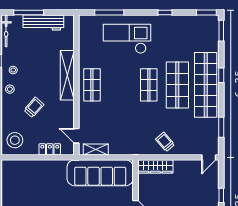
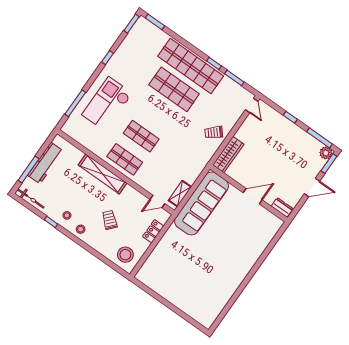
window: (221, 75) -> (214, 63), moved
shop shelf: (149, 85) -> (141, 136), moved

